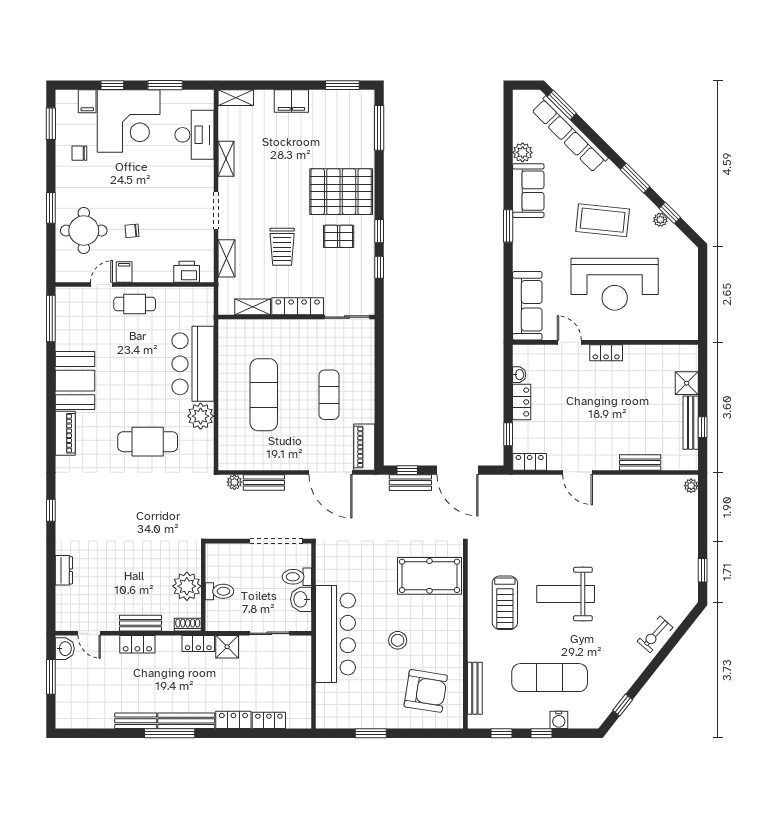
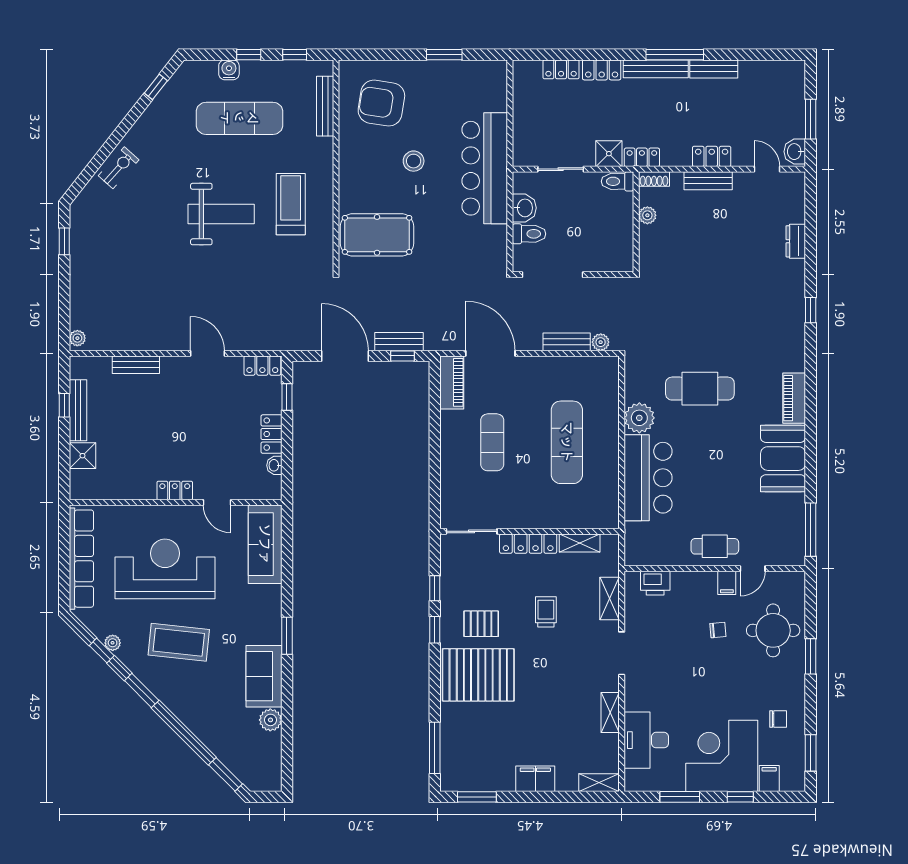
row of seats: (570, 134) -> (81, 559), moved, turned 45
trolley: (282, 247) -> (546, 612), width x0.73, depth x0.72
plant: (187, 586) -> (647, 215), width x0.53, depth x0.53
toilet: (220, 591) -> (618, 181), moved

